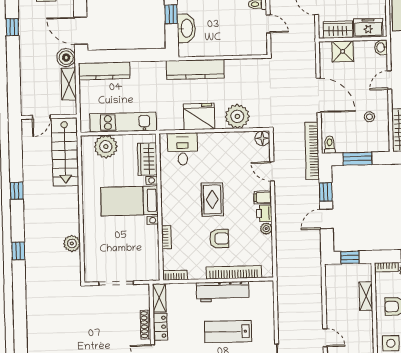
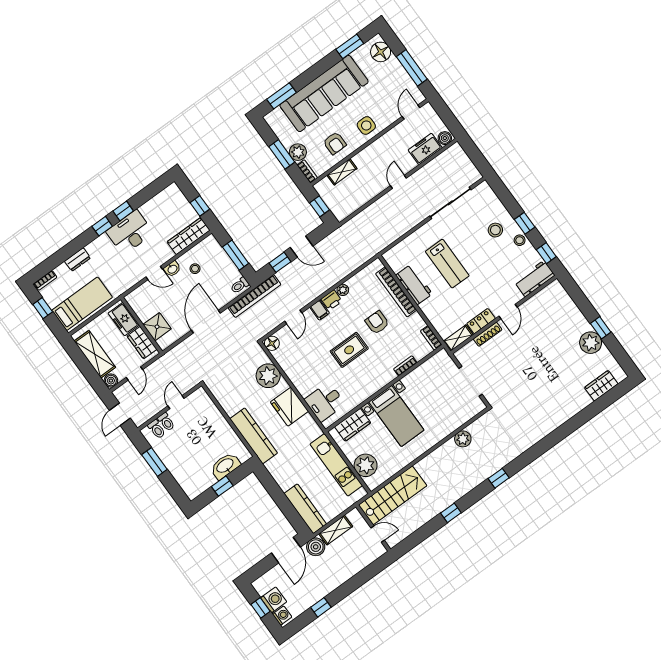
washbasin: (381, 47) -> (172, 269), moved
workbench: (223, 292) -> (414, 285), width x0.73

